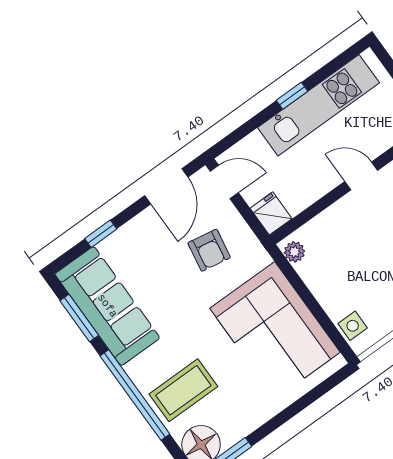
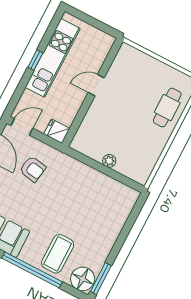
plant: (294, 252) -> (109, 161), moved
side table: (353, 326) -> (133, 171), removed
corner sofa: (275, 330) -> (92, 195), removed

